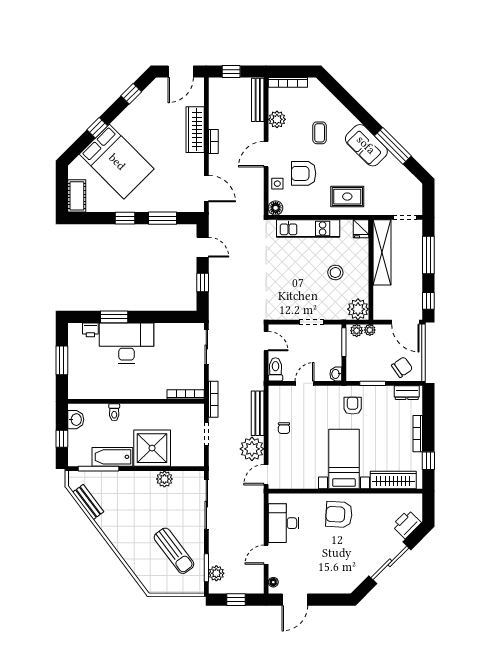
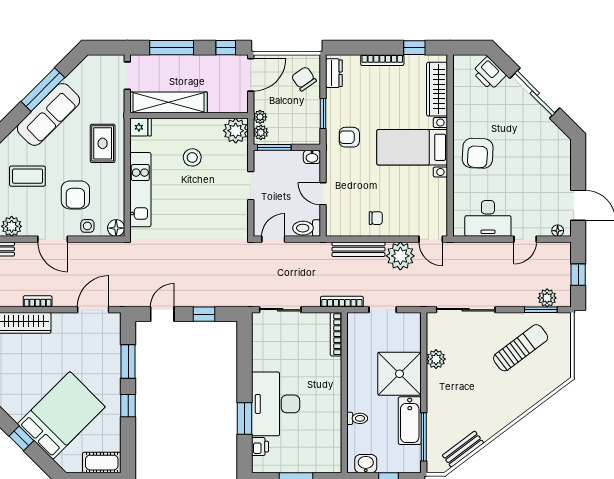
coffee table: (320, 133) -> (27, 176), width x1.36, depth x1.30
sofa: (366, 145) -> (49, 114), width x1.36
door: (266, 555) -> (525, 239), hinge flipped

